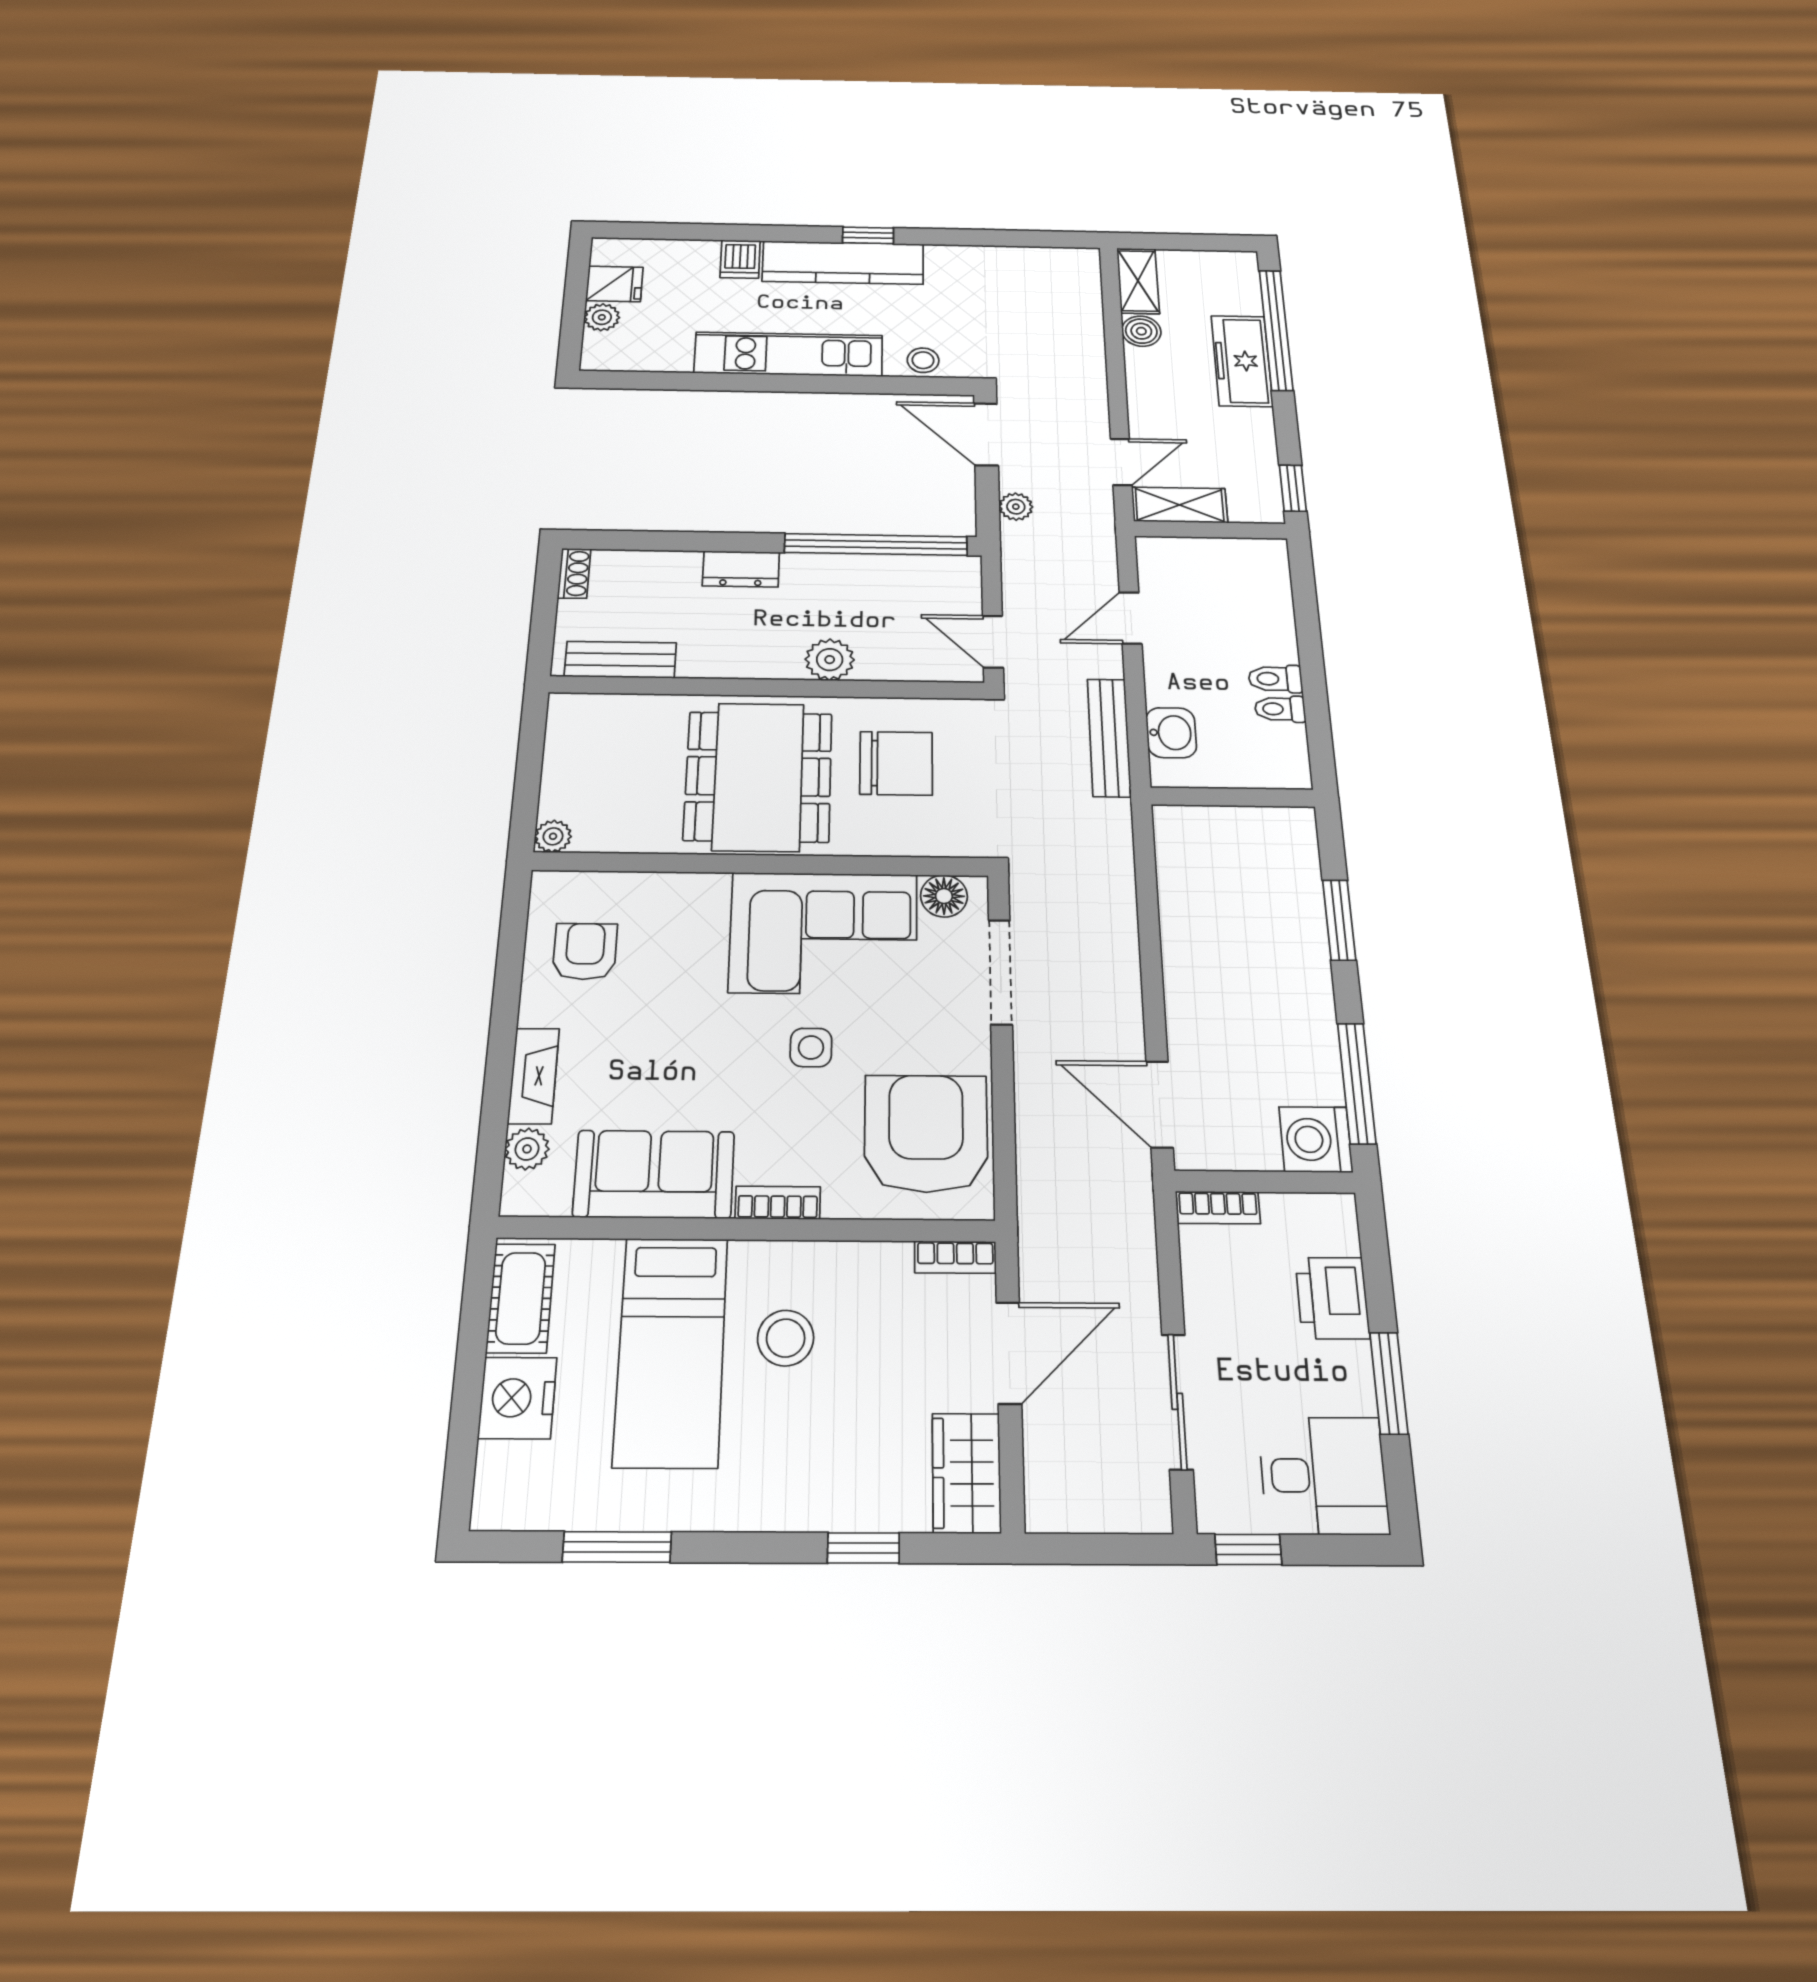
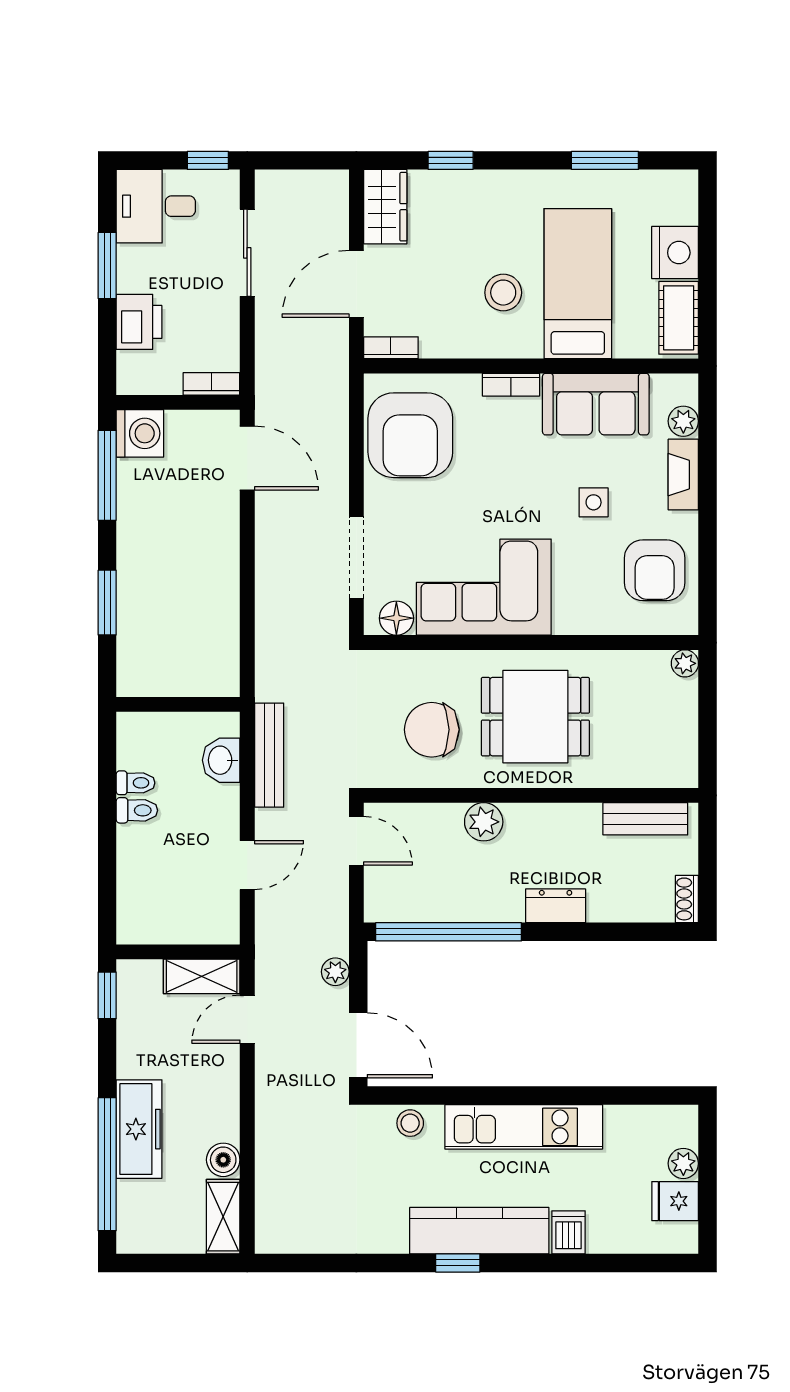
dining table: (758, 776) -> (535, 717), width x0.73
armchair: (585, 951) -> (655, 570), width x1.38, depth x1.38
side table: (811, 1047) -> (594, 502), moved

